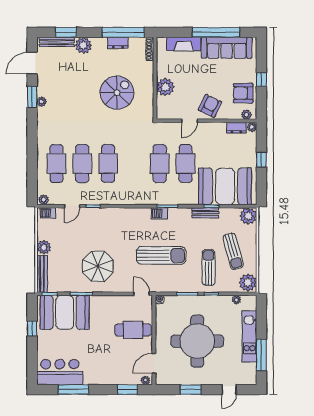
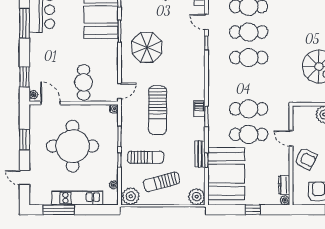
plant: (246, 115) -> (297, 195), removed

